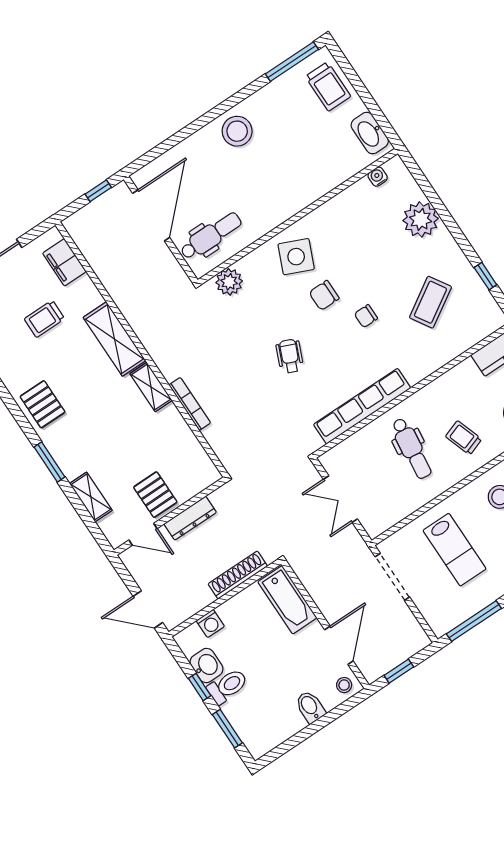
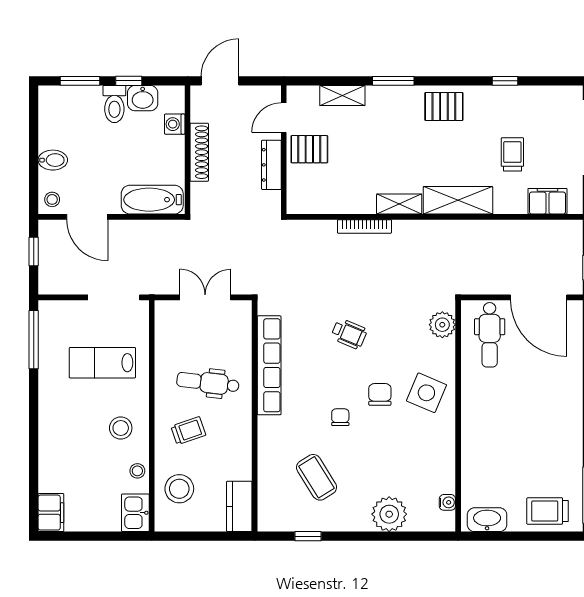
stool: (237, 131) -> (560, 413), removed
shoe rack: (238, 575) -> (199, 152), moved

